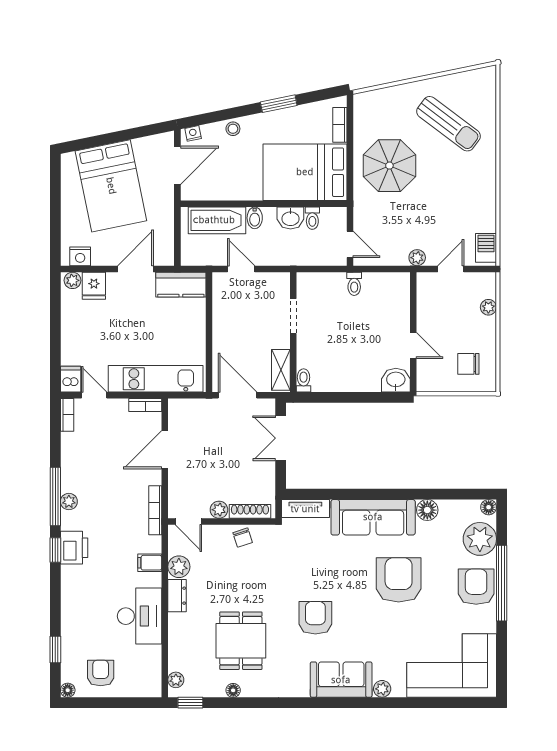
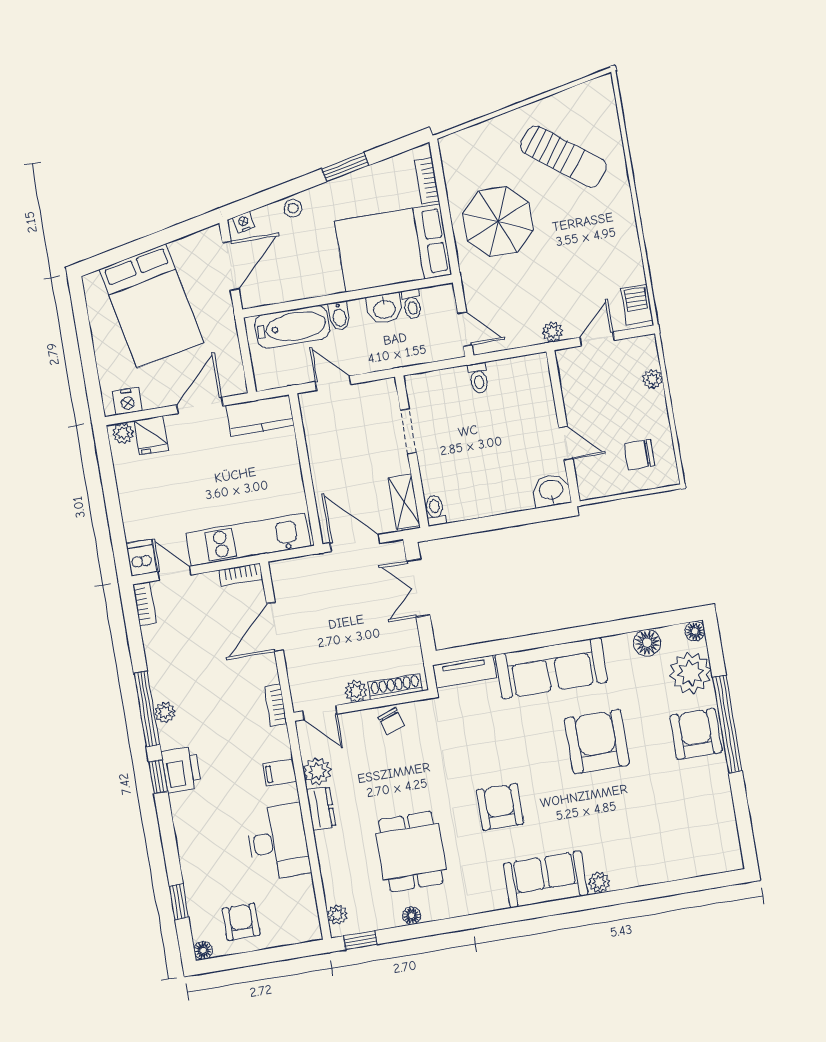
bookcase: (155, 510) -> (276, 705), width x0.64
floor lamp: (427, 510) -> (647, 643), moved
corner sofa: (452, 665) -> (682, 838), removed

